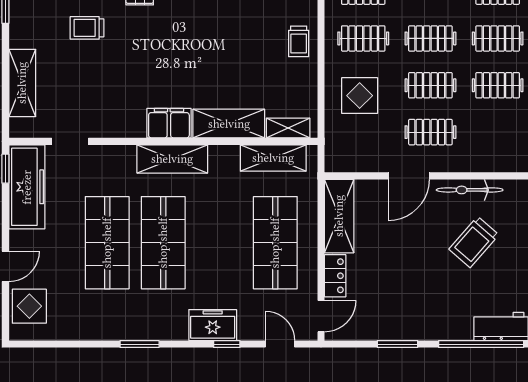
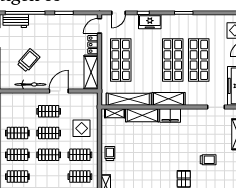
shelving: (273, 158) -> (129, 99), width x1.47
door: (280, 344) -> (118, 13), hinge flipped

